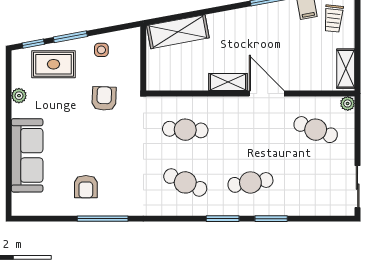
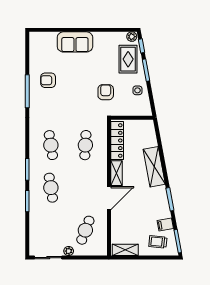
shelving: (178, 32) -> (154, 167), moved
locker: (178, 81) -> (117, 140), added
plant: (19, 96) -> (132, 37), moved
armchair: (104, 99) -> (106, 92), turned -92
plant: (348, 103) -> (69, 251), moved
sofa: (27, 155) -> (75, 42), width x0.73
cafe table: (185, 182) -> (51, 145), turned -33

